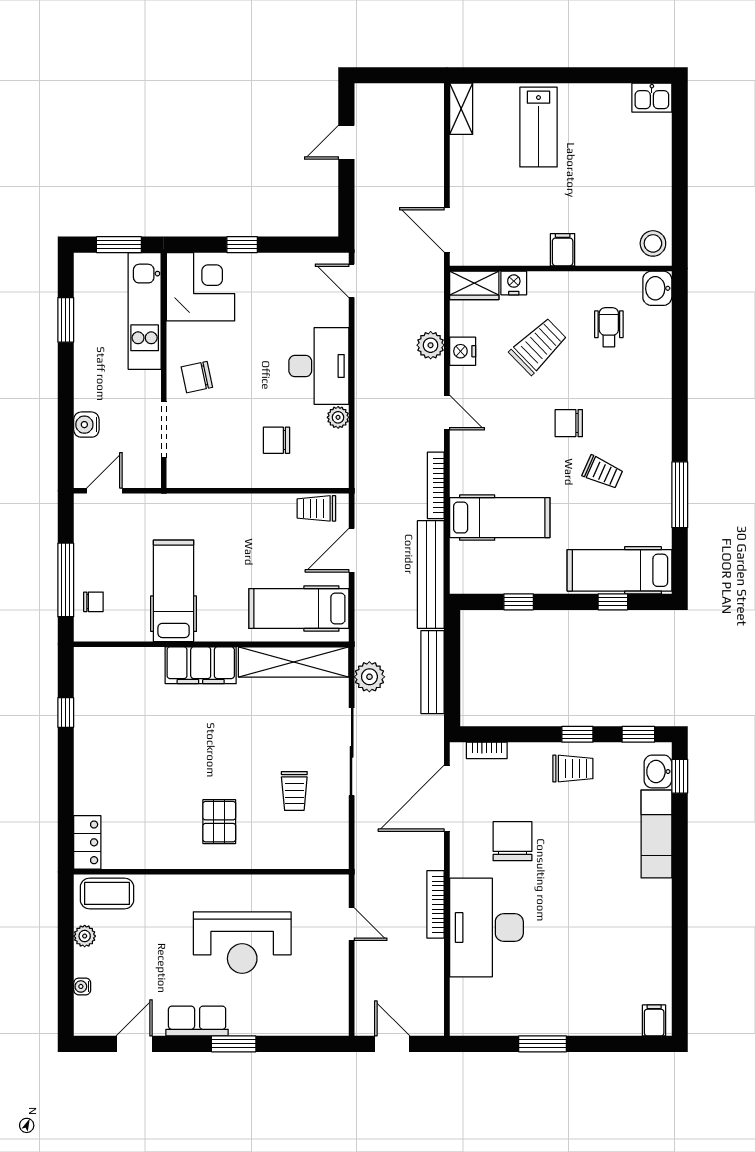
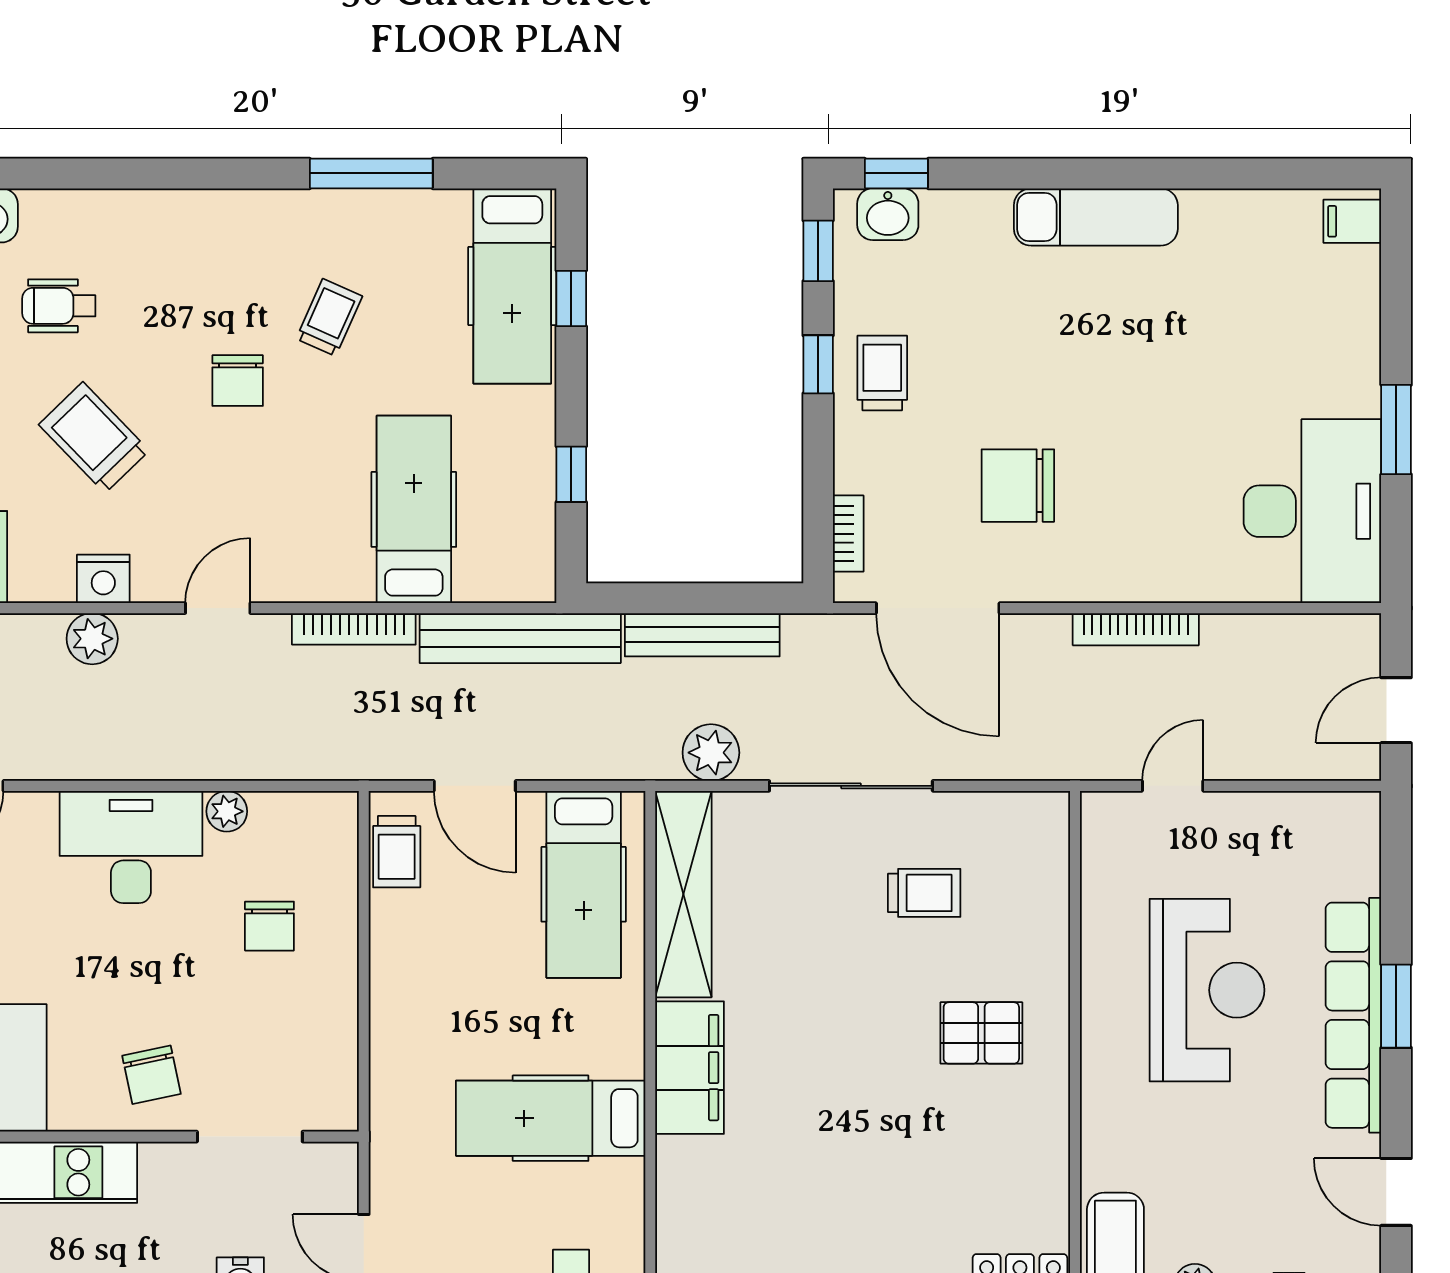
exam couch: (656, 834) -> (1096, 217), moved
desk: (486, 928) -> (1312, 511), moved, turned -90
row of seats: (197, 1021) -> (1353, 1015), width x2.02

